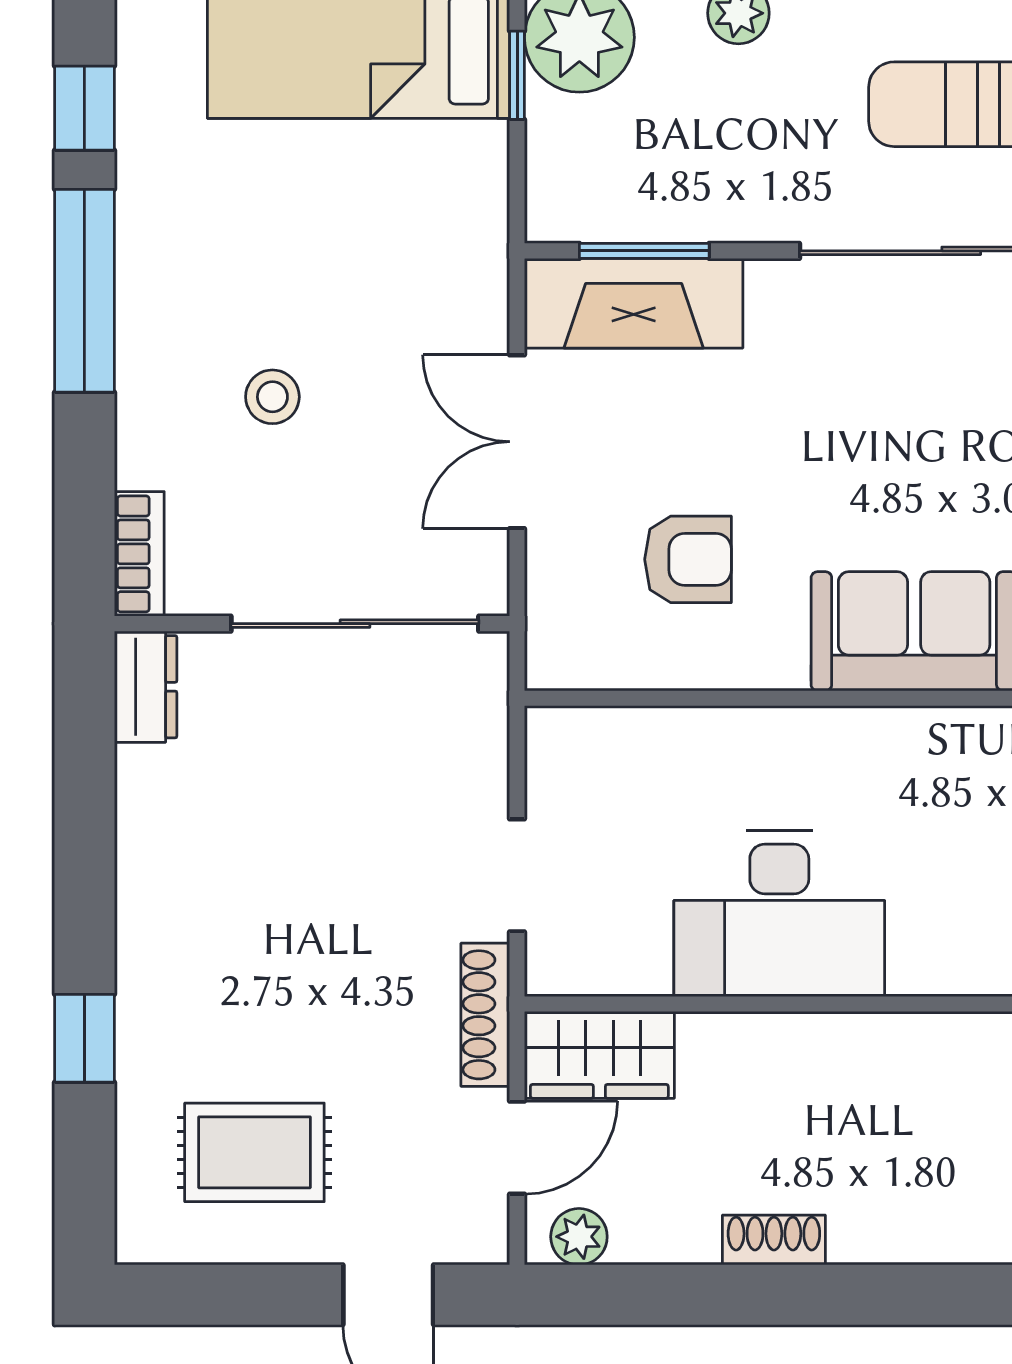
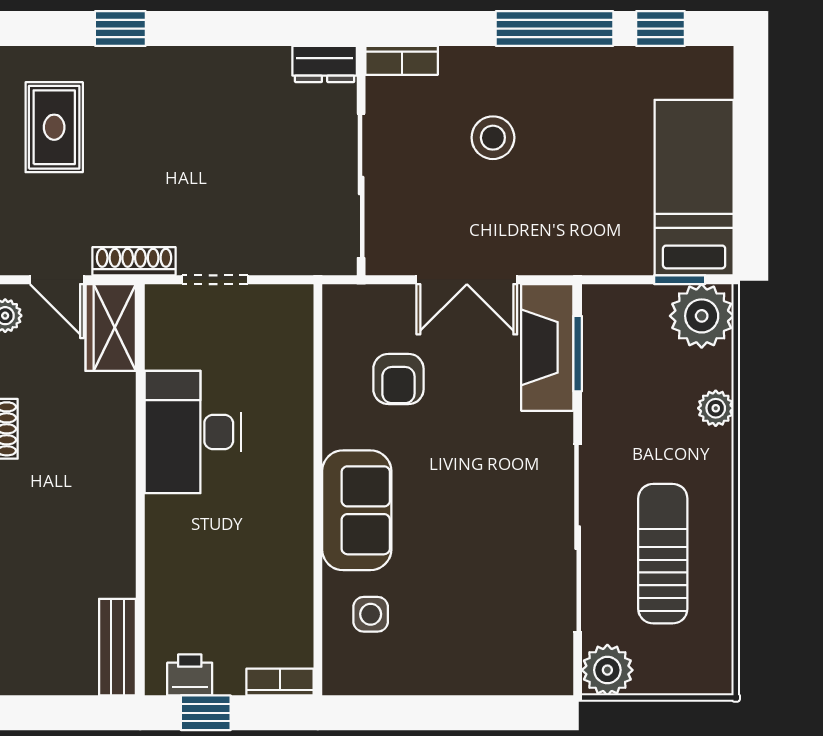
stool: (272, 397) -> (493, 138), width x1.37, depth x1.37
double door: (517, 442) -> (467, 280), swing flipped

